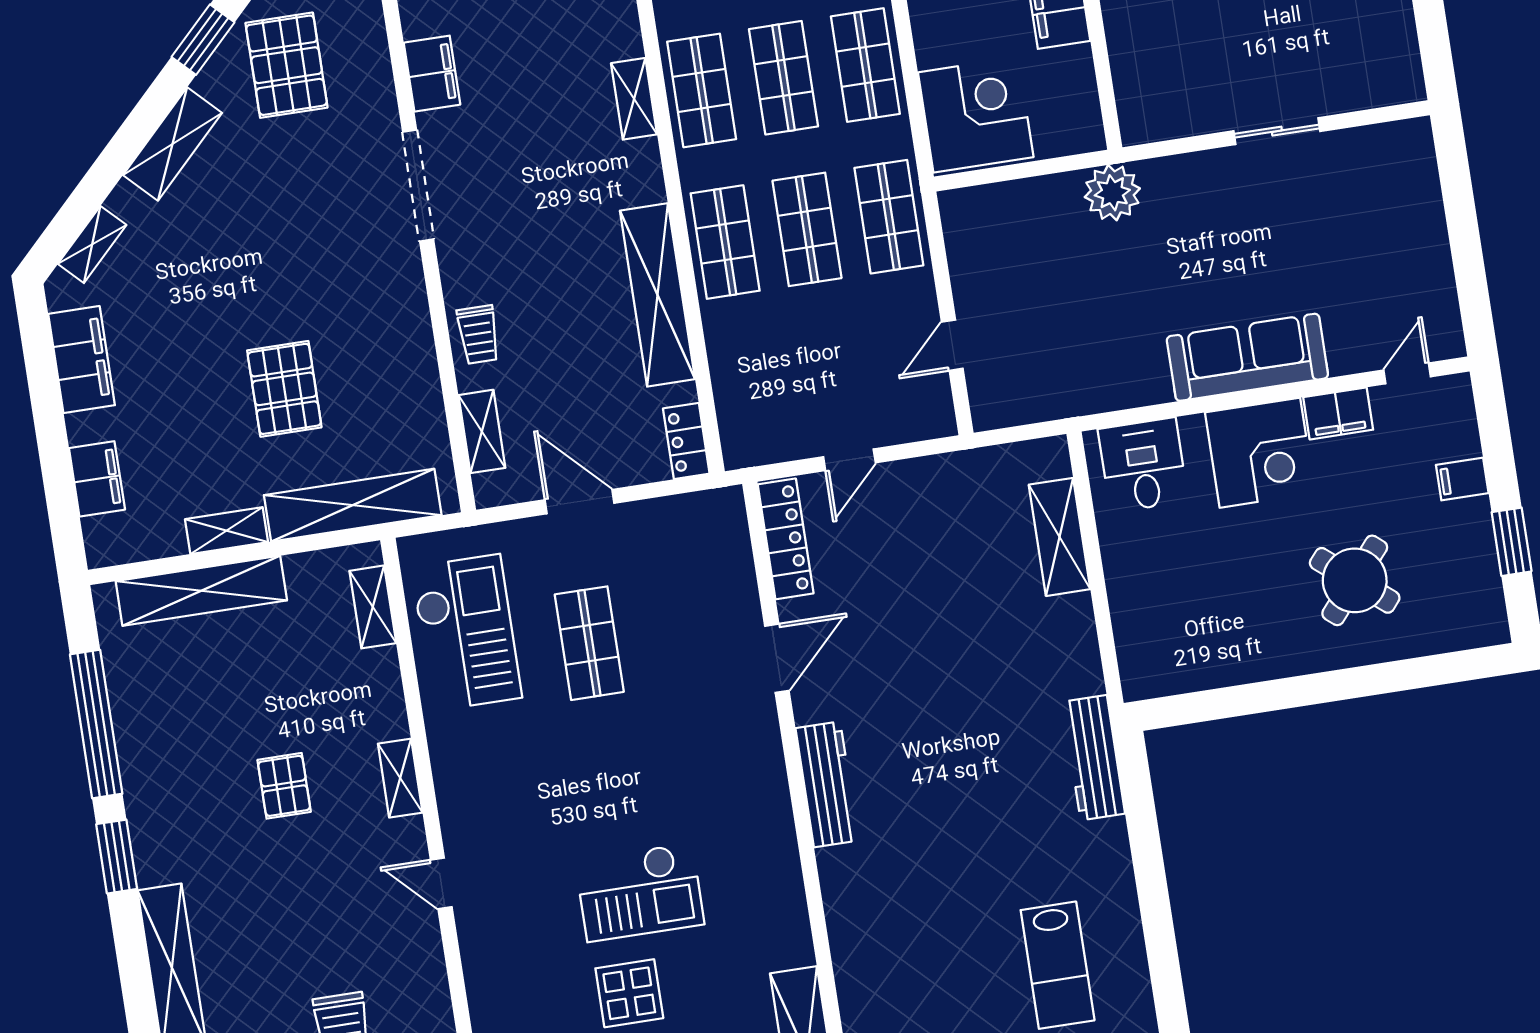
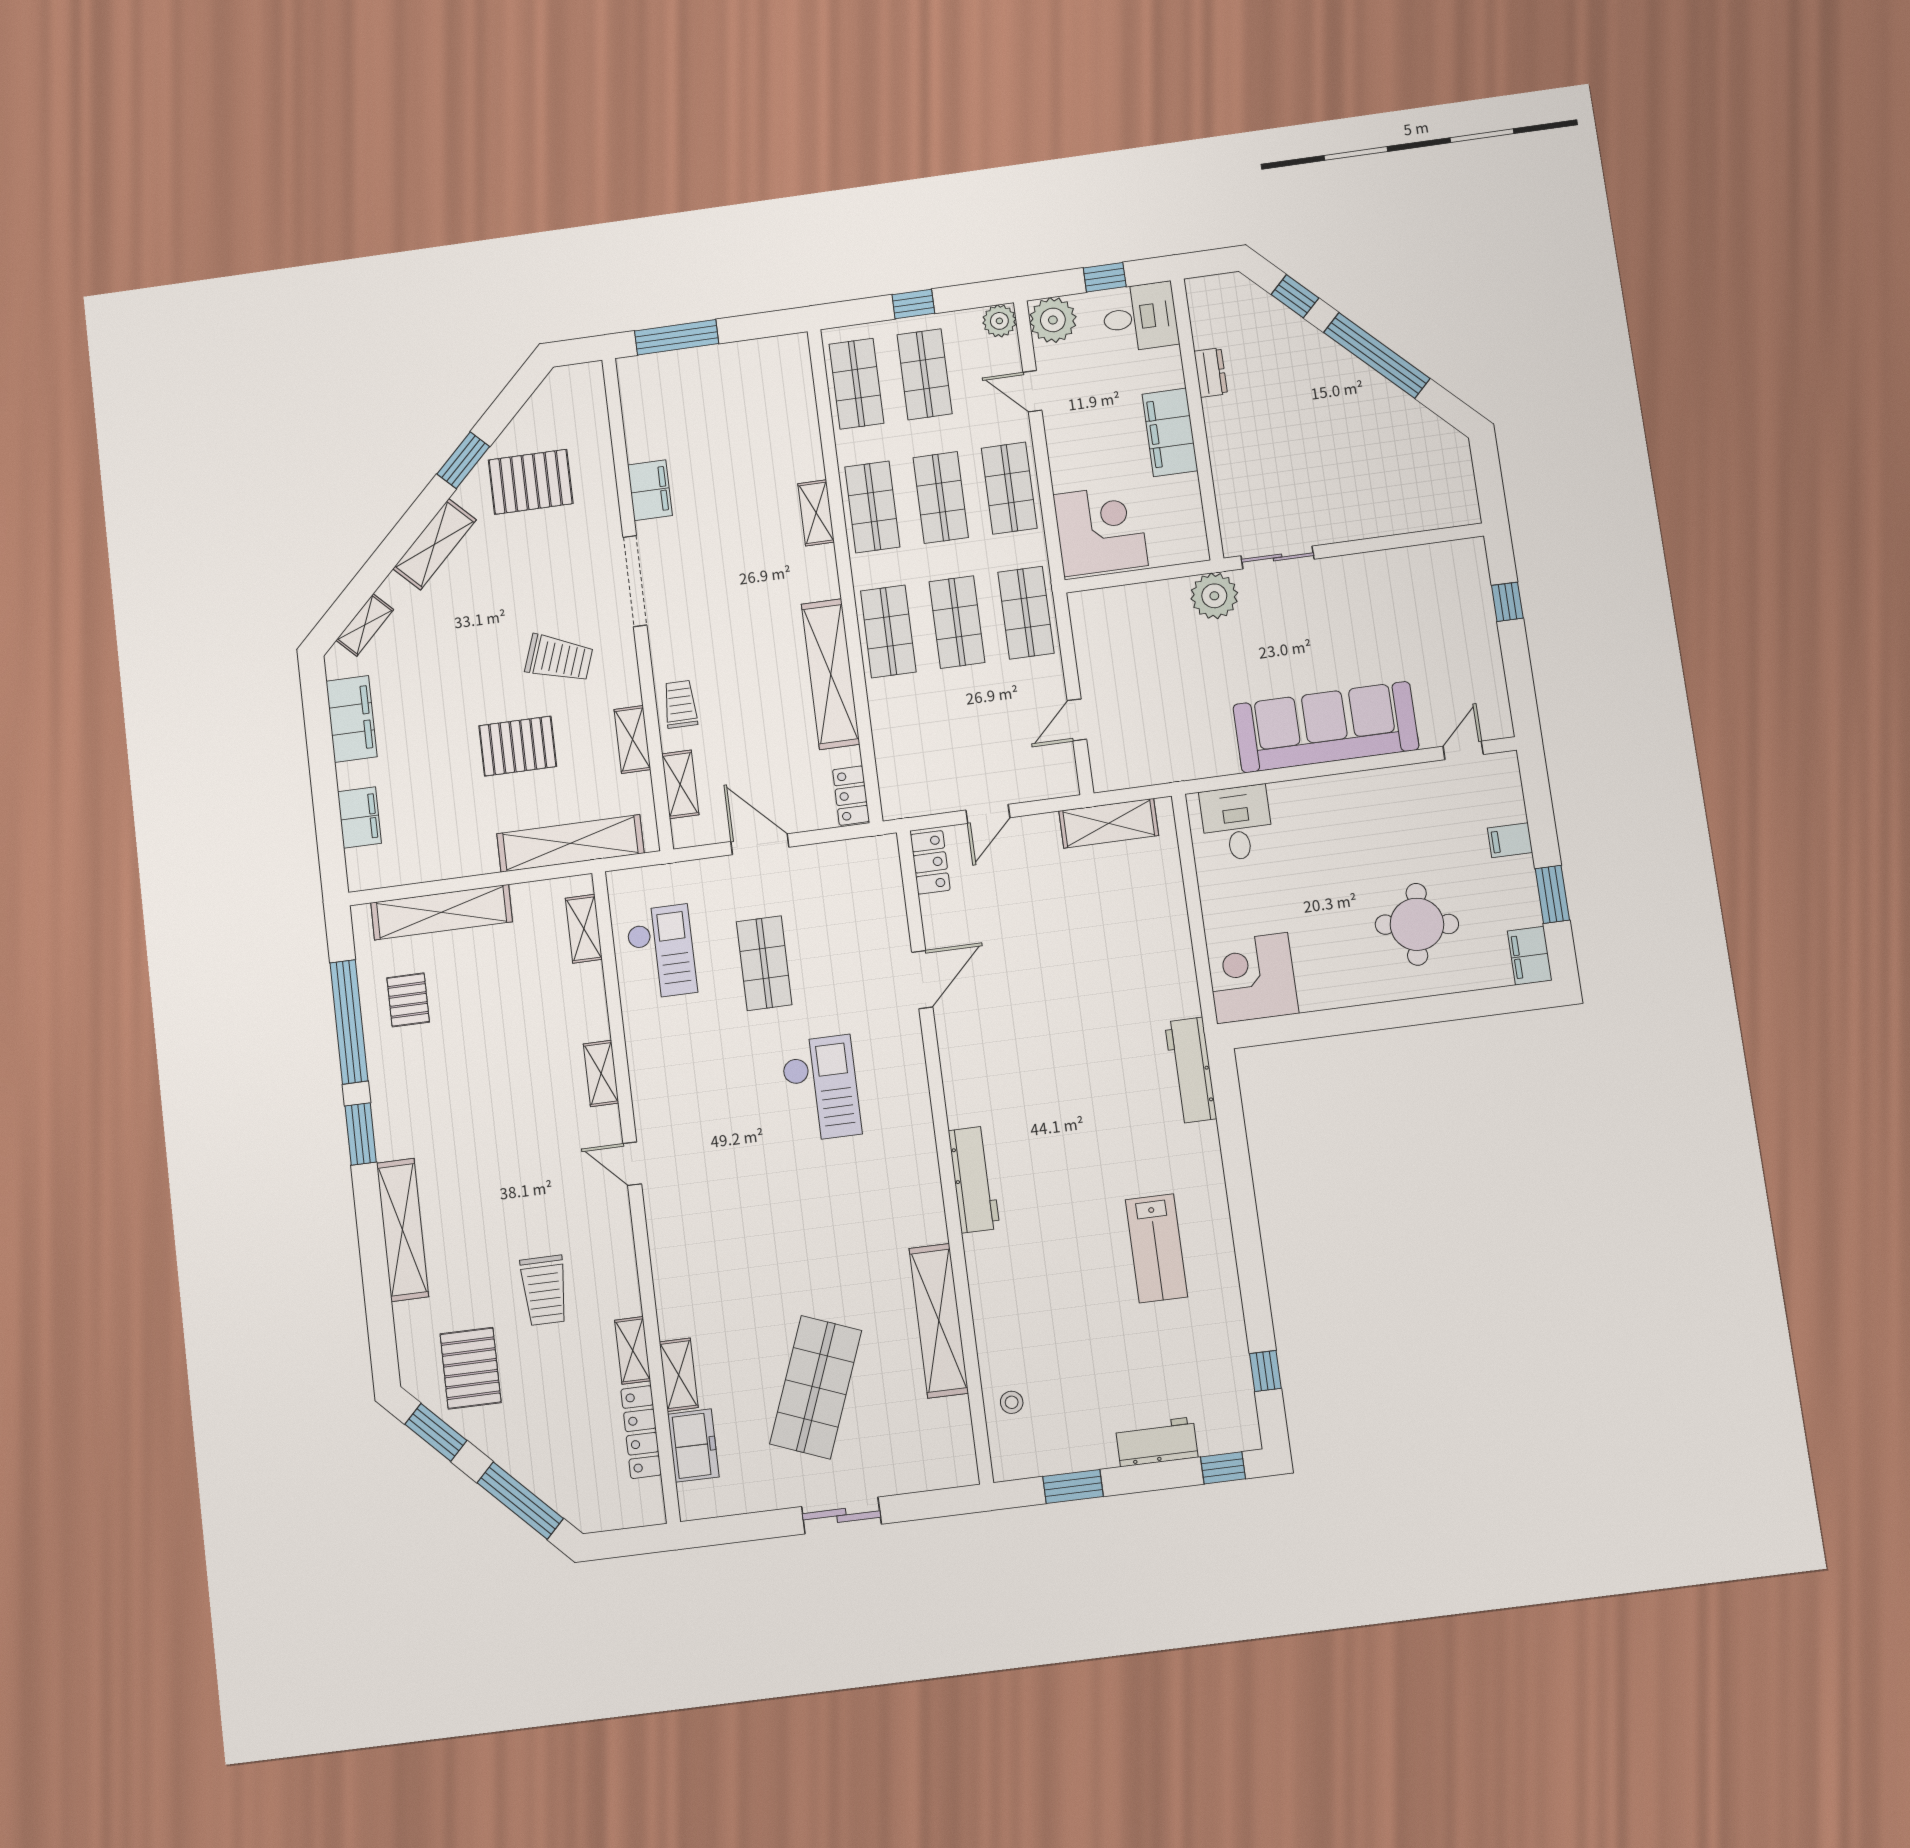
pallet: (287, 65) -> (531, 482), turned 90
sliding door: (1277, 131) -> (1278, 557), moved
window: (1458, 195) -> (1507, 602), added
trolley: (330, 281) -> (559, 658), added
trolley: (478, 335) -> (680, 704), turned 180
sofa: (1247, 357) -> (1326, 727), width x1.36, depth x1.27
pallet: (284, 389) -> (518, 746), turned 90
filing cabinet: (1338, 413) -> (1530, 956), moved, turned 90
corner desk: (1260, 453) -> (1252, 978), moved, turned 180
shelving: (226, 531) -> (632, 739), moved, turned 90
shelving: (1060, 537) -> (1109, 823), moved, turned 90
locker: (786, 539) -> (930, 862), width x0.66
round table: (1355, 580) -> (1417, 924), turned -33
checkout: (466, 633) -> (661, 952), width x0.73, depth x0.83
workbench: (827, 784) -> (974, 1179), moved
pallet: (284, 786) -> (408, 1000), moved
checkout: (640, 892) -> (821, 1088), moved, turned -90
display table: (629, 993) -> (789, 1262), removed

